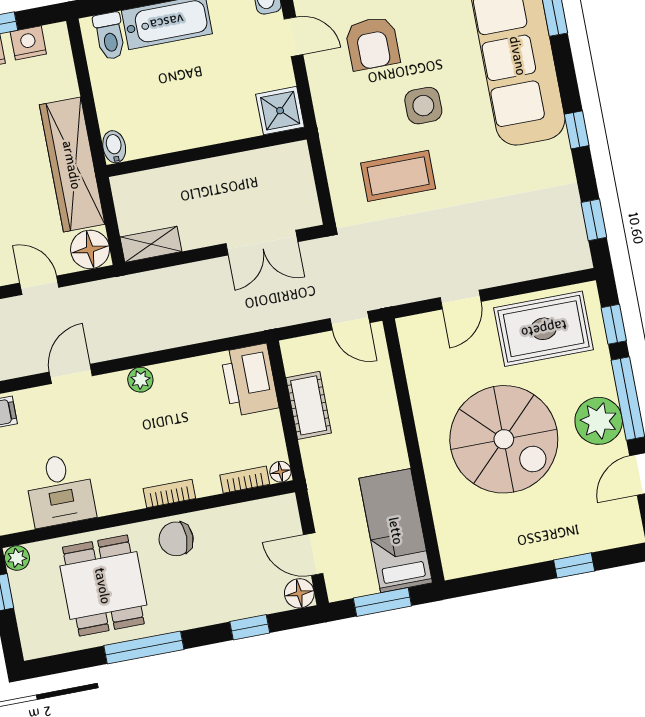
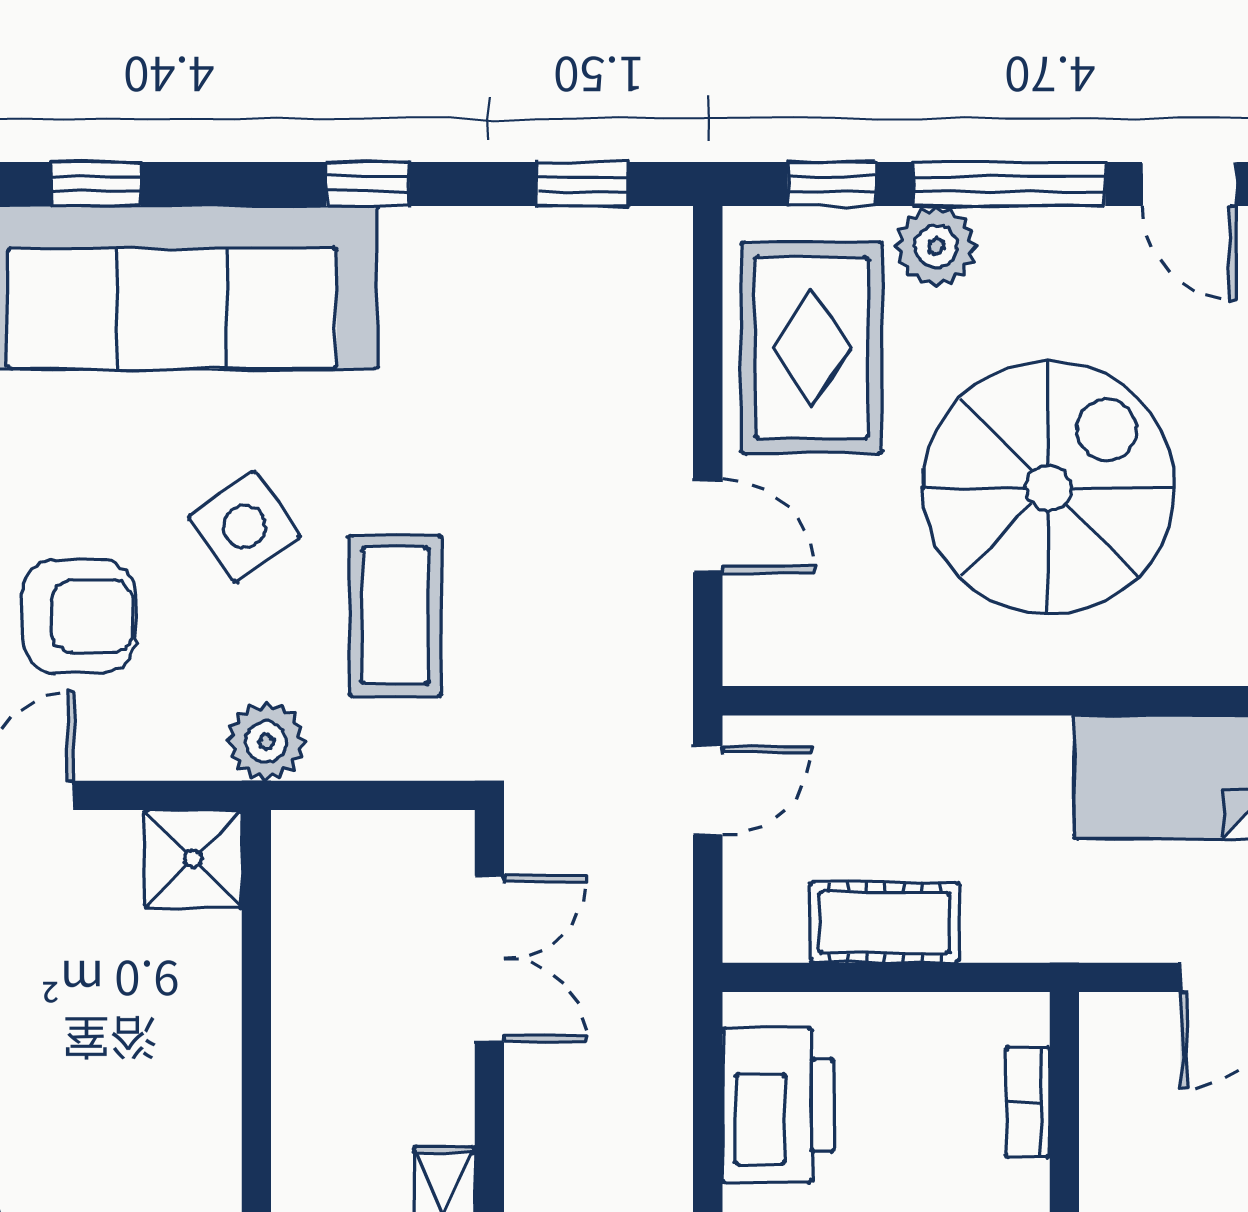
side table: (423, 106) -> (244, 527), turned -35
plant: (335, 132) -> (266, 742), added
printer: (249, 380) -> (778, 1105), moved, turned -90
plant: (599, 421) -> (936, 246), moved, width x0.73, depth x0.73
floor lamp: (280, 472) -> (1025, 1017), removed

